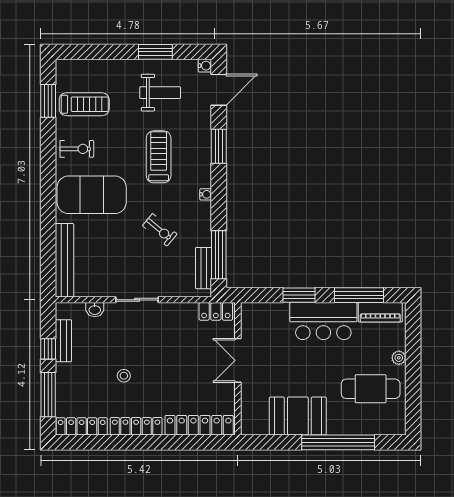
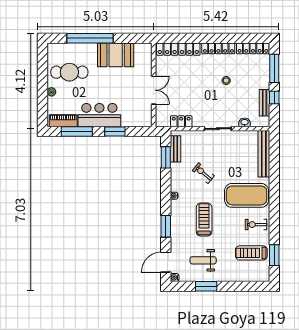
treadmill: (159, 157) -> (204, 220), turned 180
window: (219, 255) -> (166, 157), width x0.69
locker: (216, 311) -> (181, 121), moved

